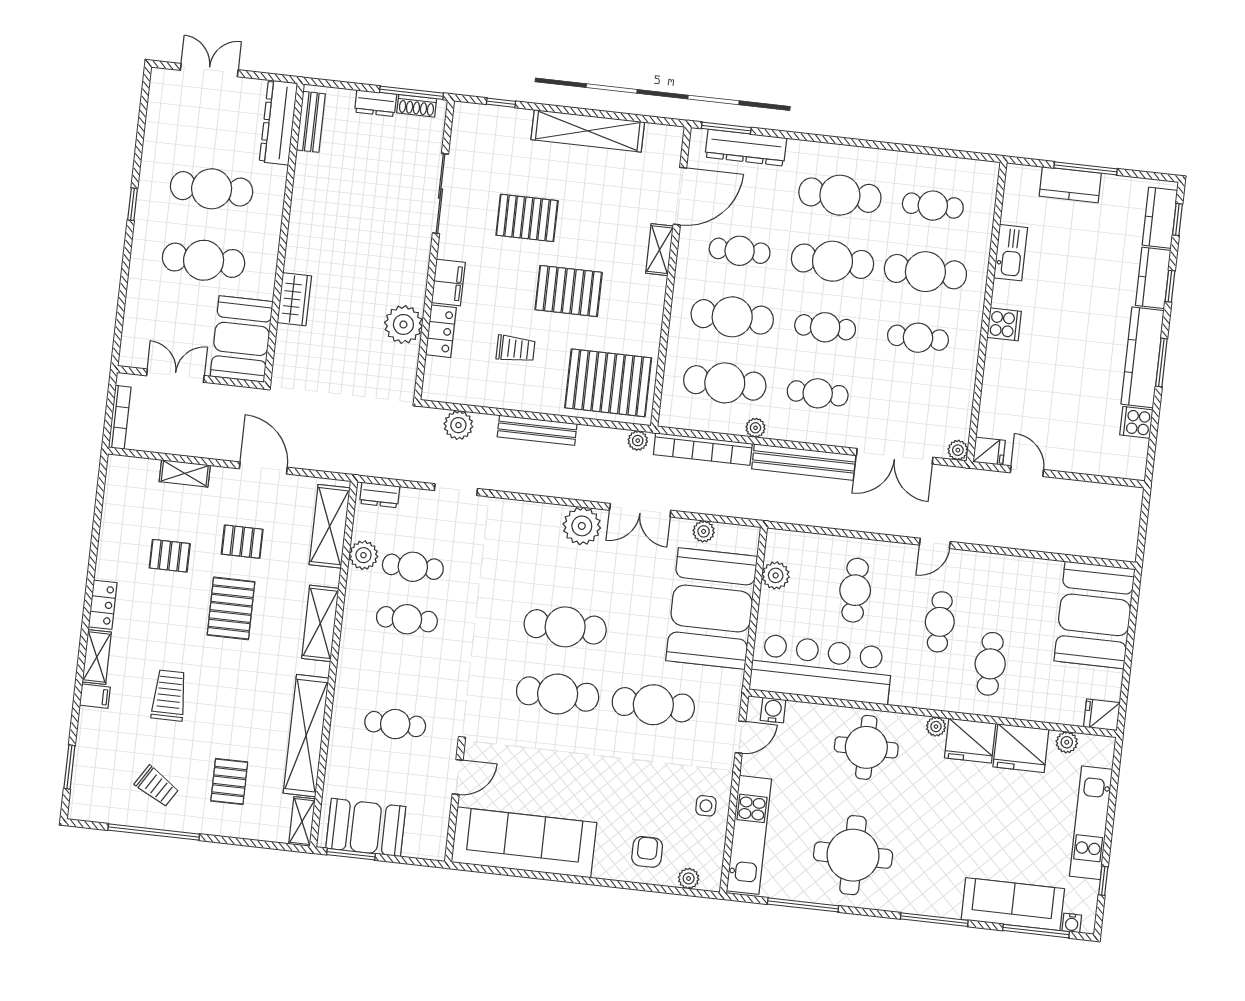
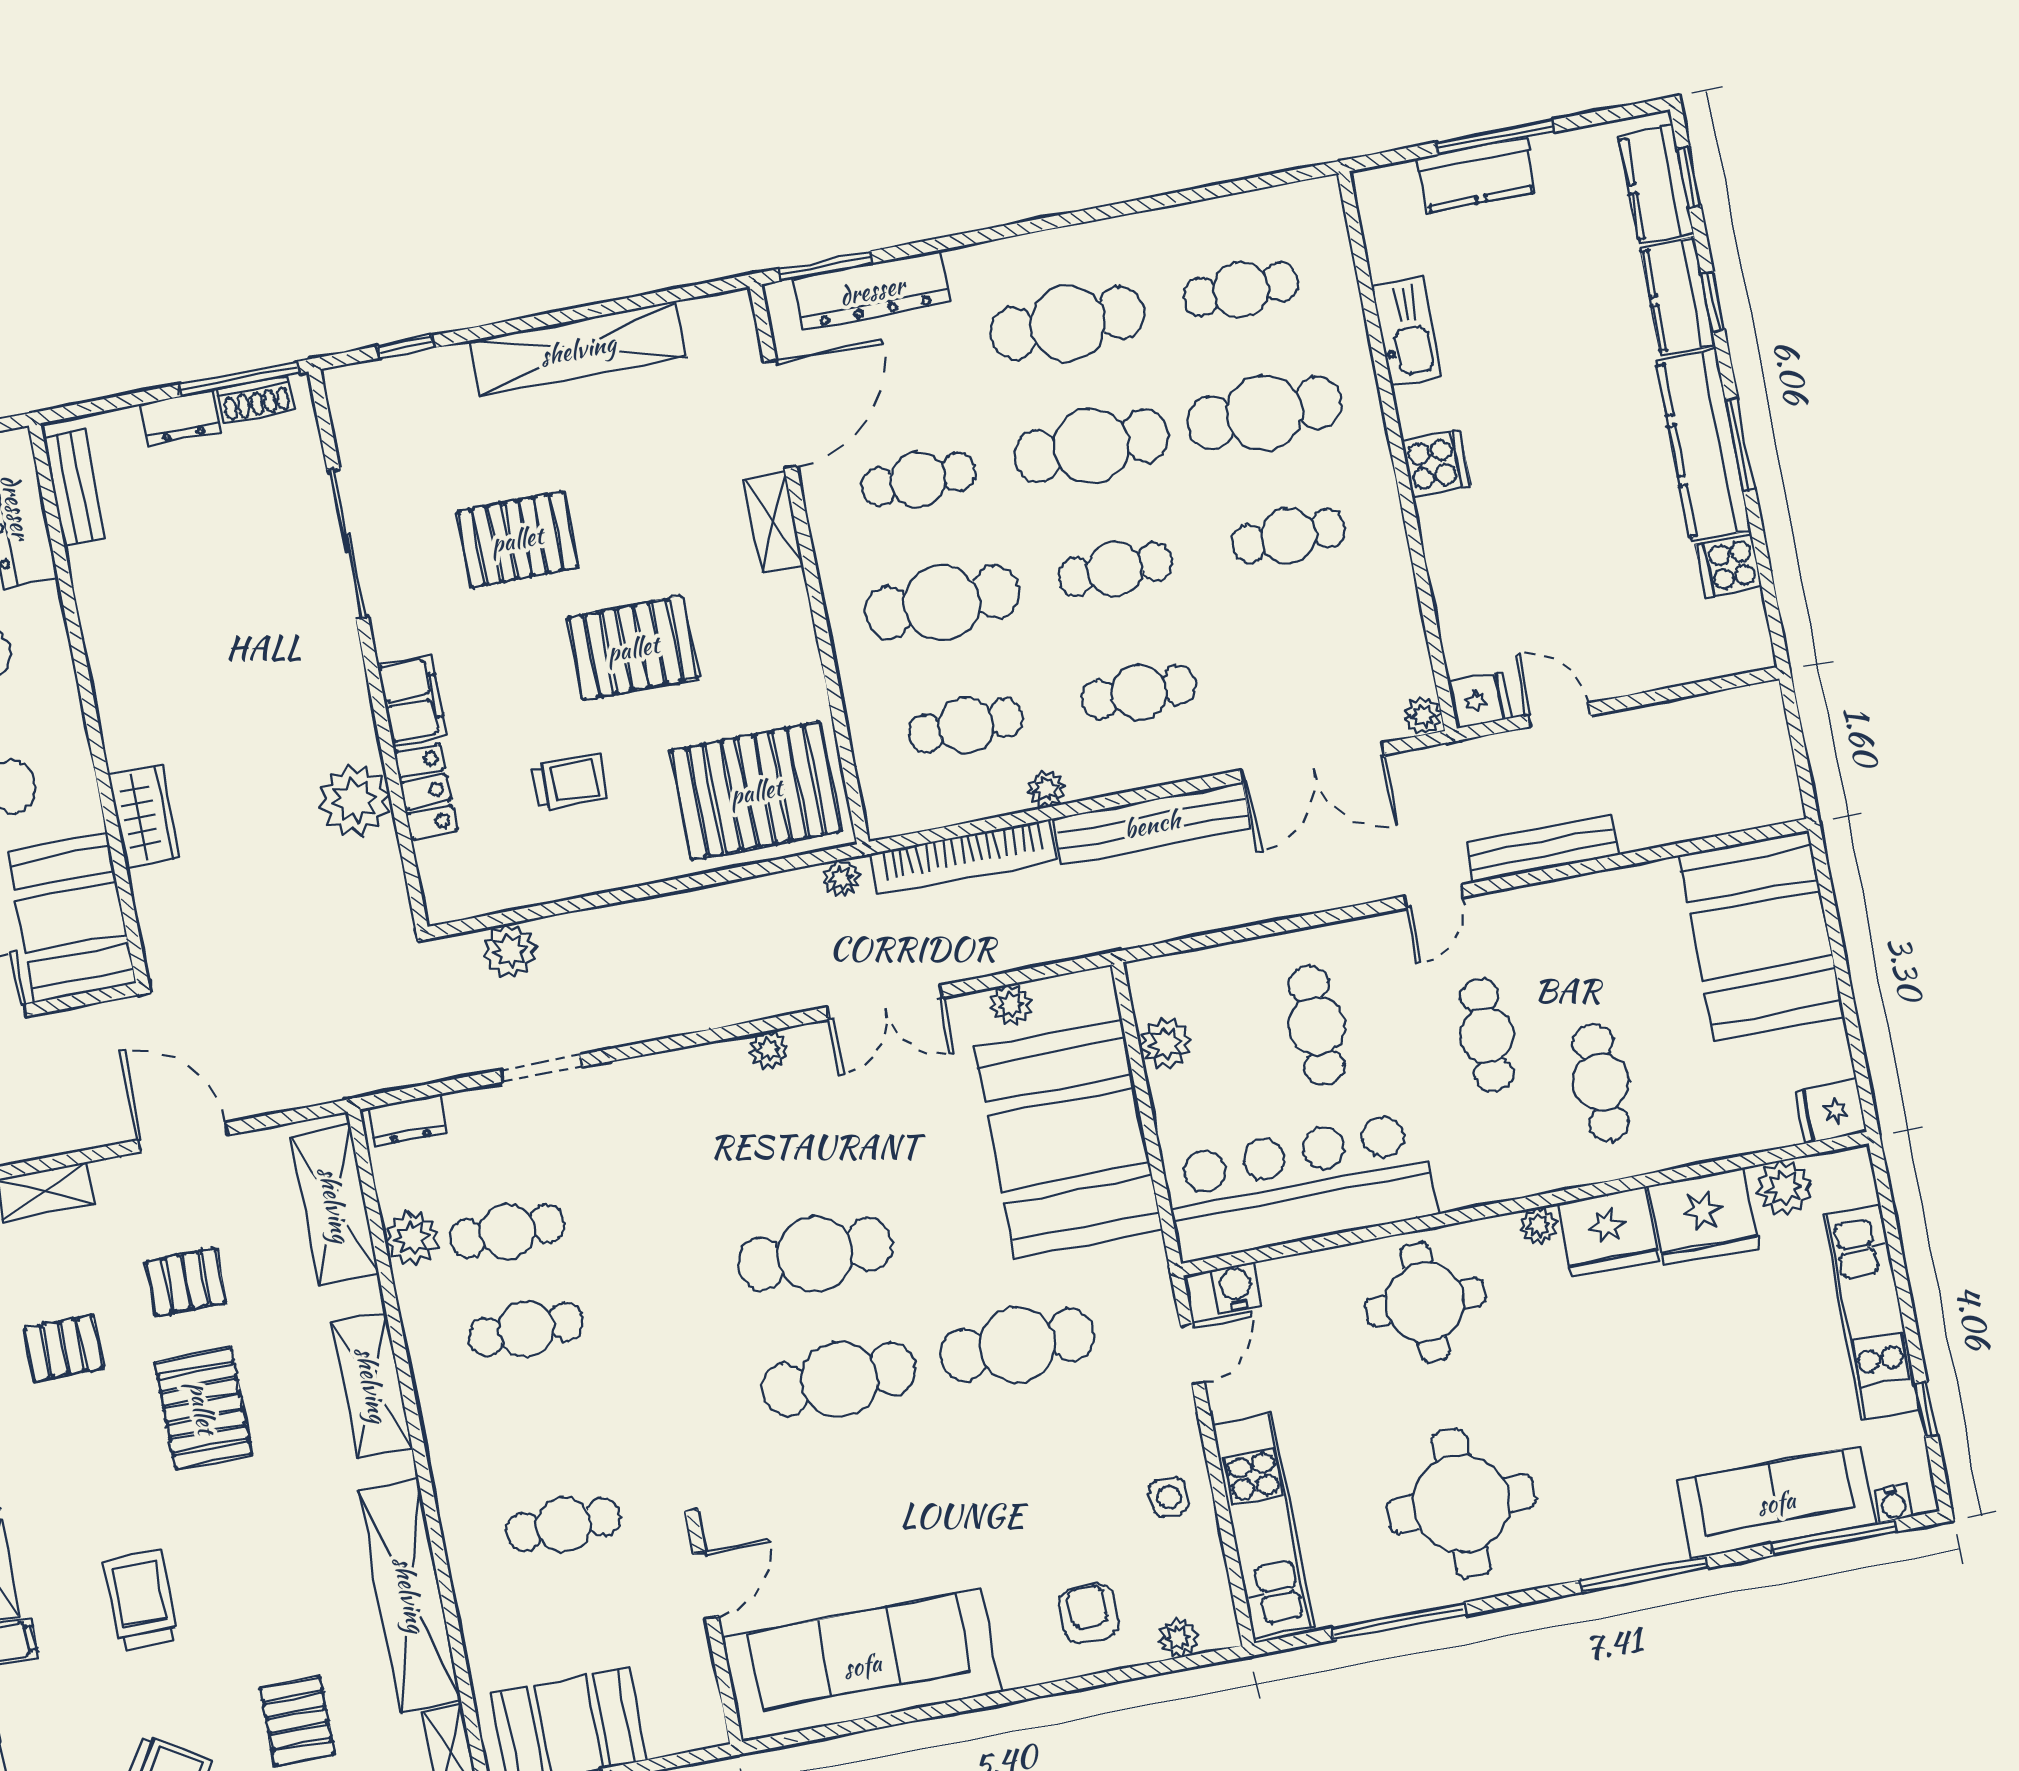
cafe table: (725, 383) -> (966, 726), width x0.73, depth x0.74
bench: (537, 430) -> (1542, 849), moved
plant: (582, 526) -> (769, 1050), width x0.53, depth x0.53
plant: (1067, 742) -> (1784, 1188), width x1.38, depth x1.38

